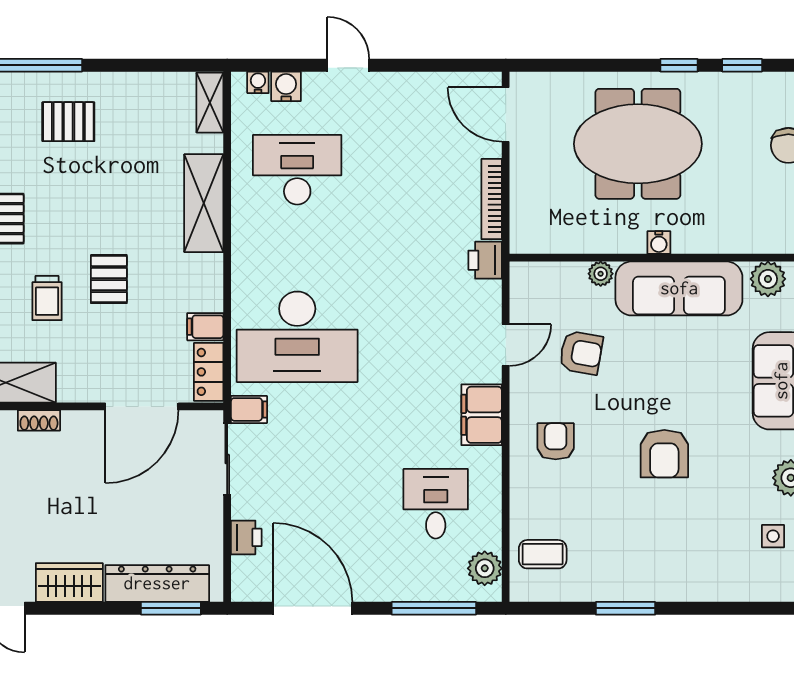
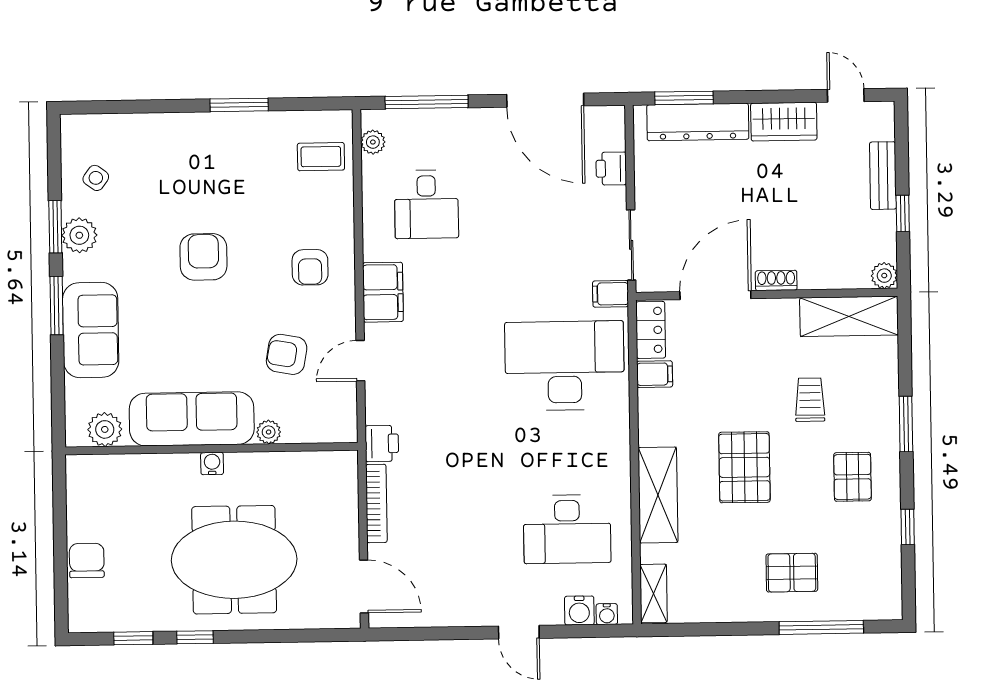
pallet: (109, 279) -> (744, 467), moved, width x1.50, depth x1.42
shoe rack: (39, 420) -> (776, 280), moved
side table: (773, 536) -> (96, 178), turned 36
plant: (485, 568) -> (373, 142), width x0.73, depth x0.73

